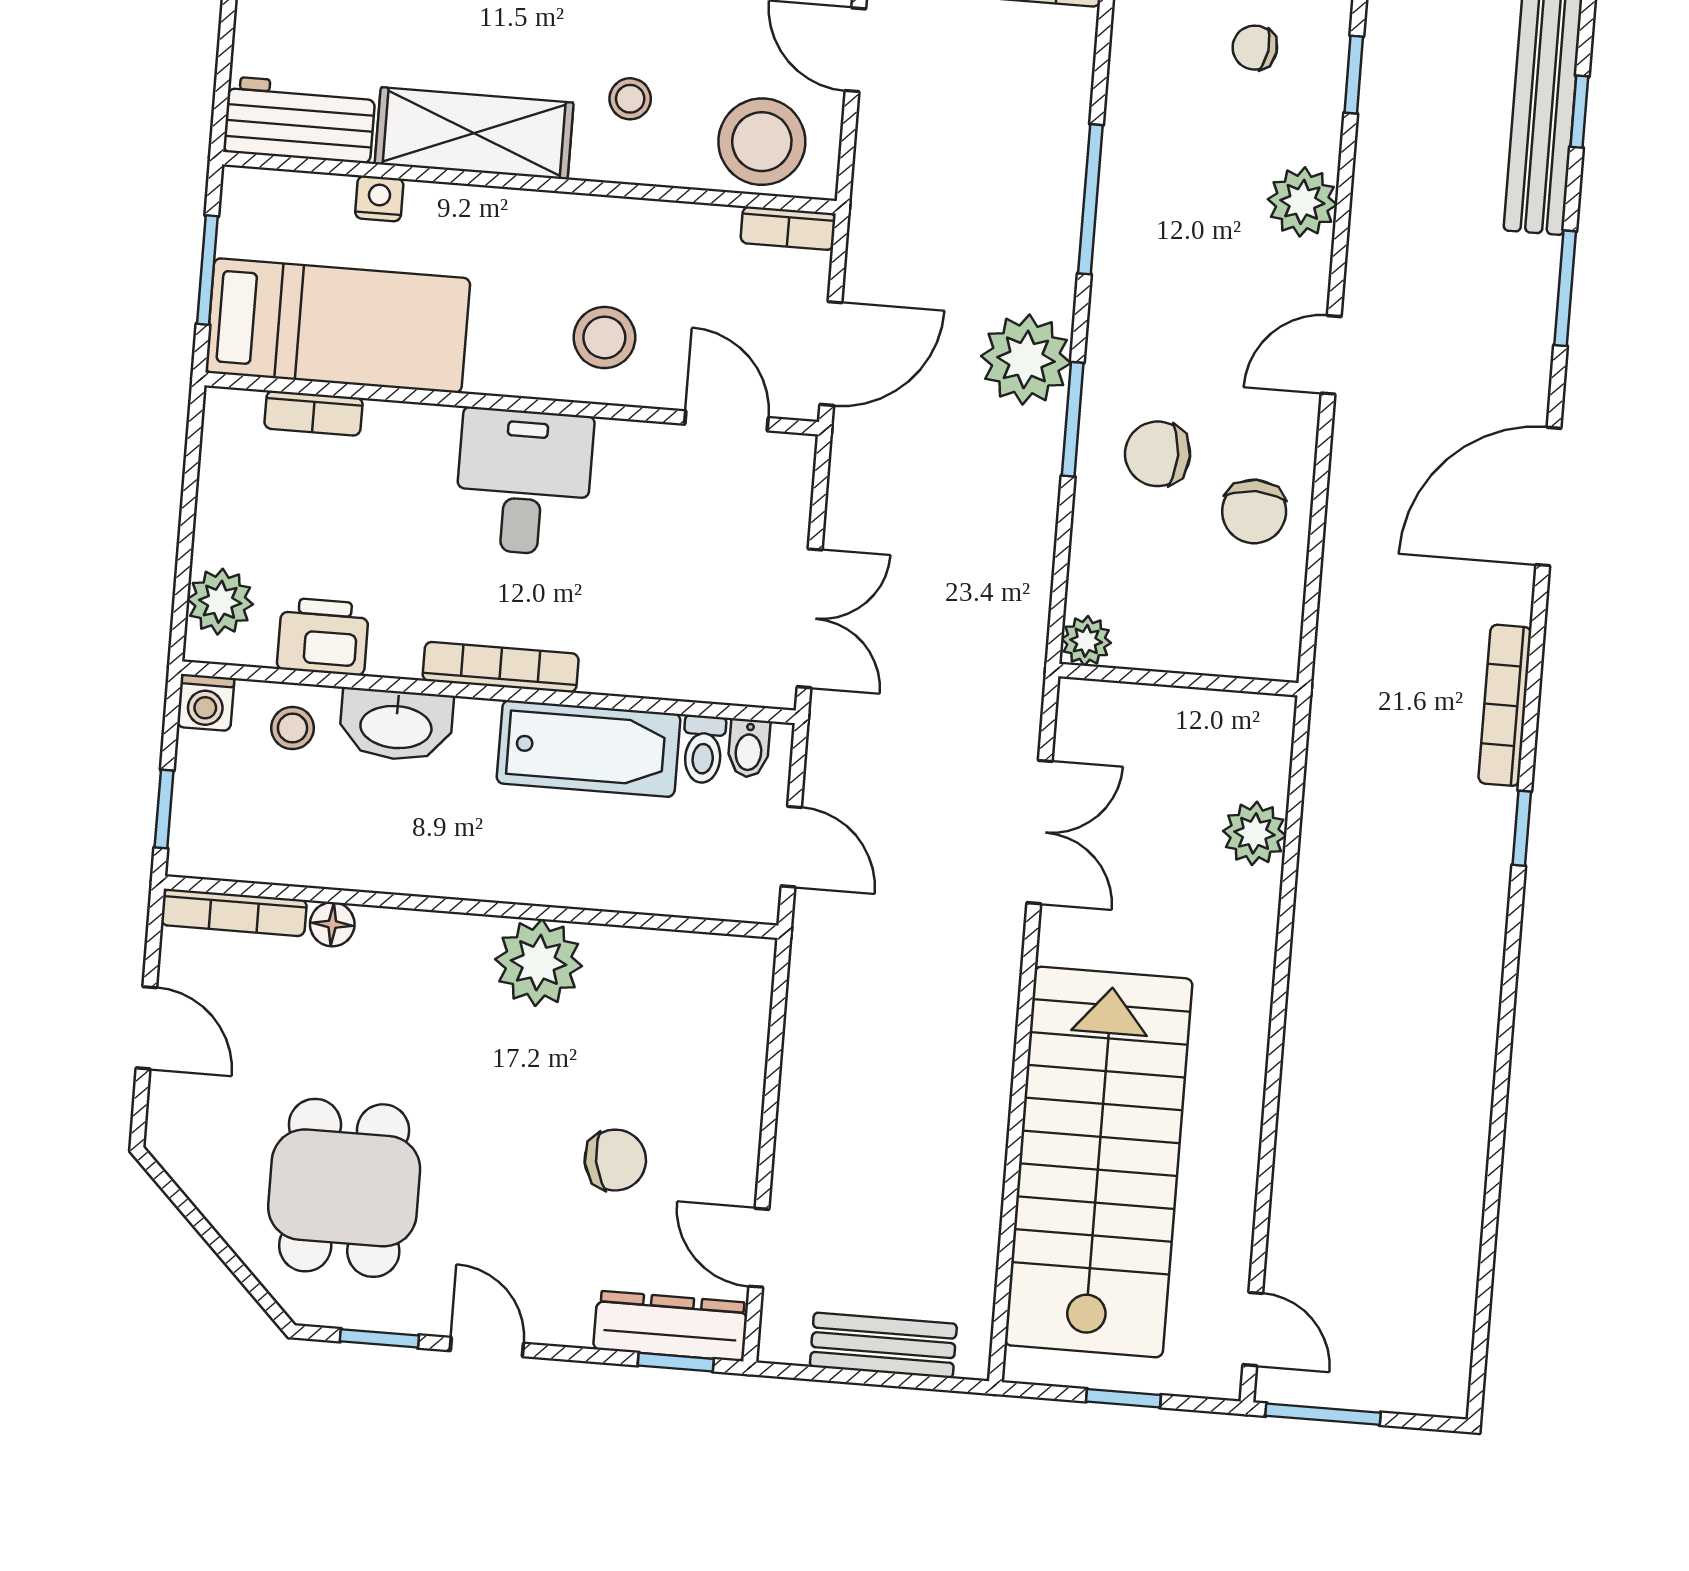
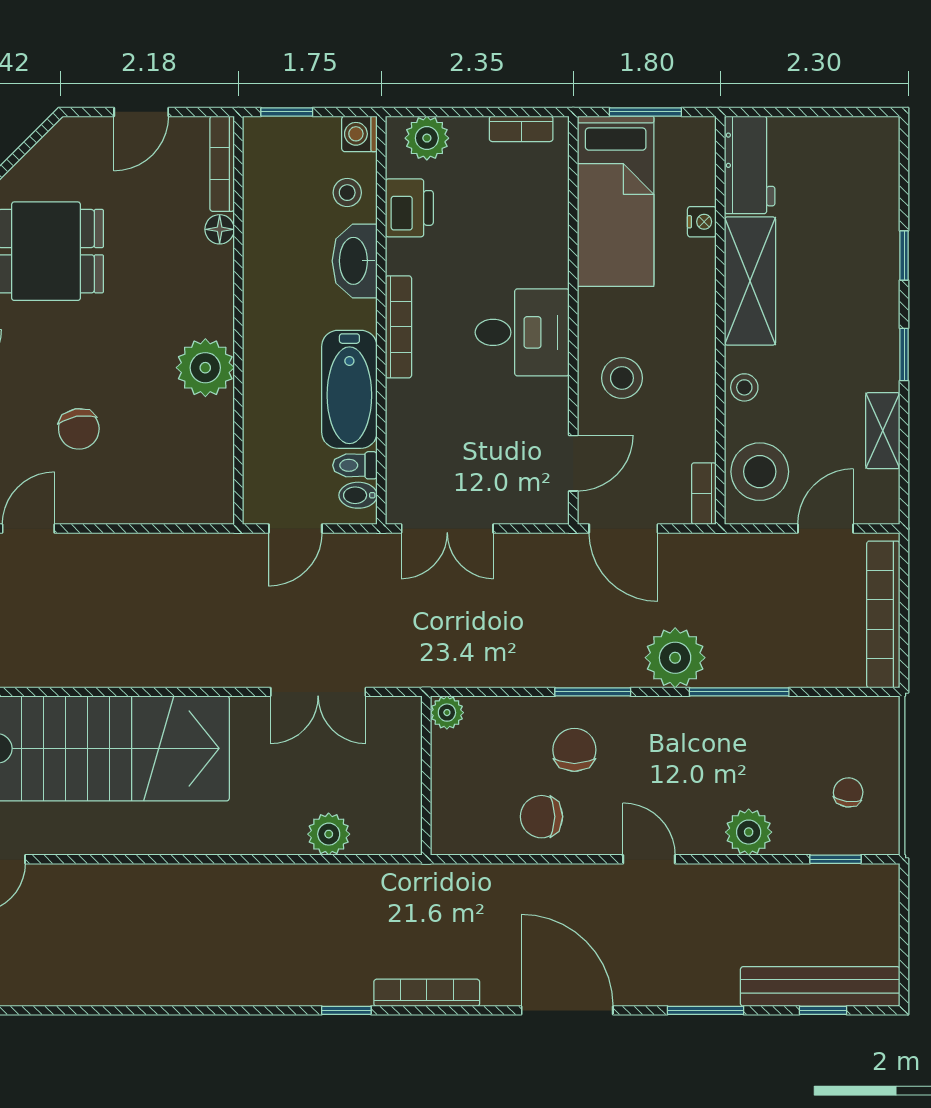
stool: (630, 99) -> (744, 387), moved
plant: (1026, 359) -> (675, 658), moved
bookcase: (313, 413) -> (521, 129), moved, turned -90

